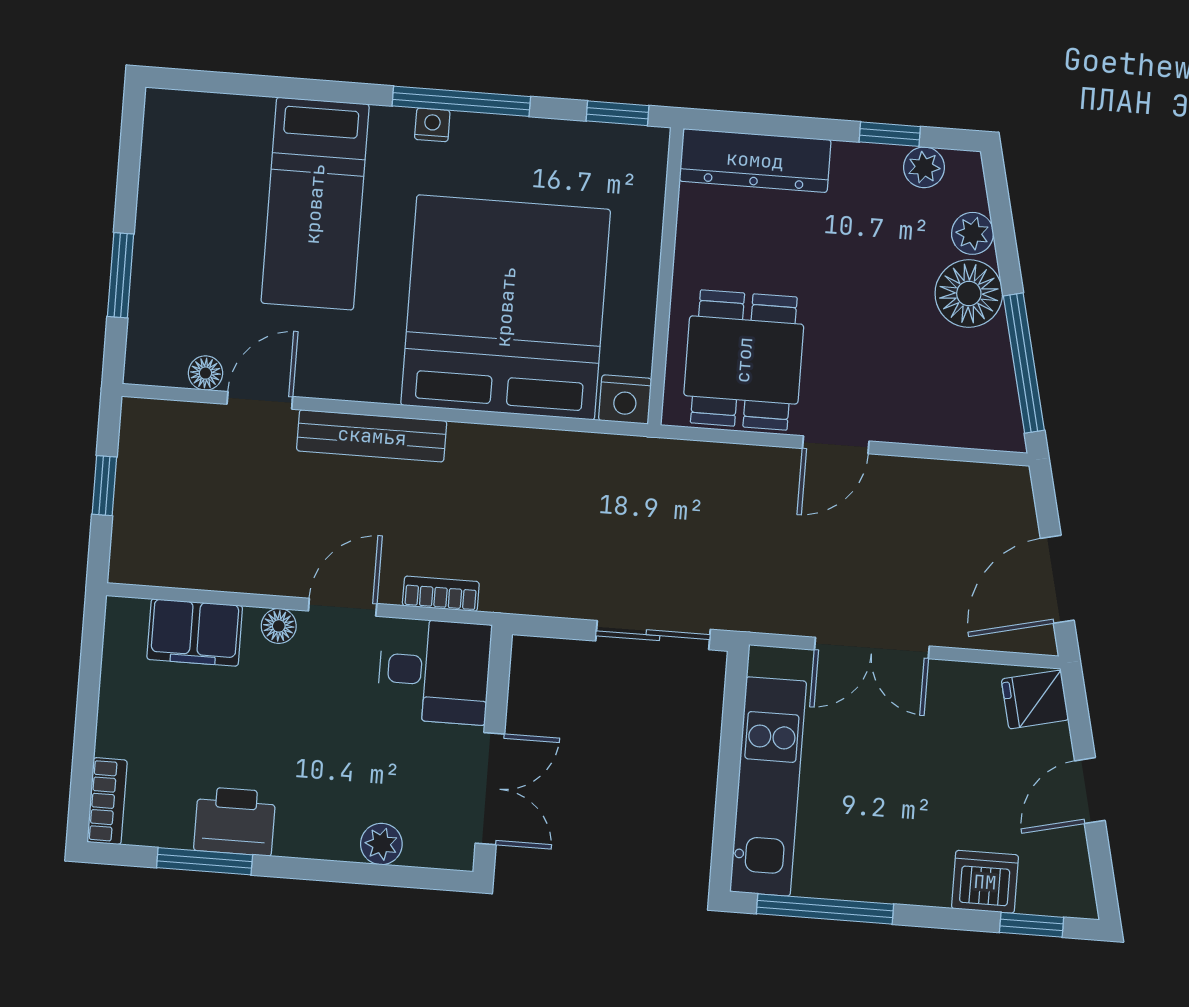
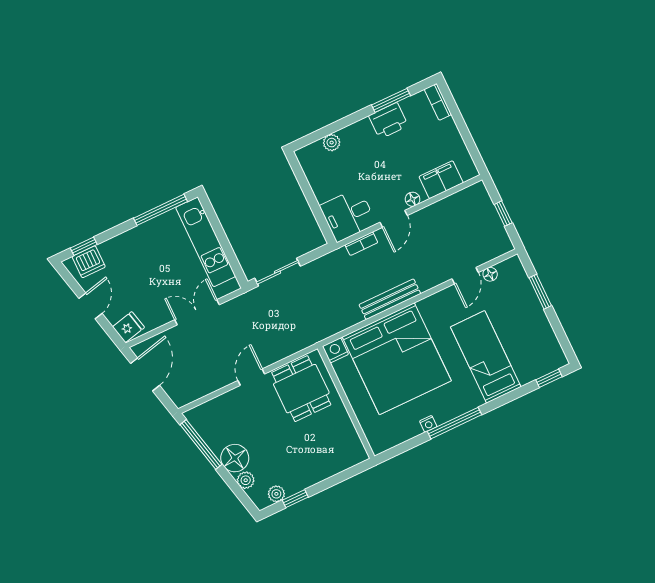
window: (618, 113) -> (549, 378), moved
nightstand: (432, 125) -> (428, 424), moved
dresser: (755, 160) -> (338, 462), removed
bench: (372, 436) -> (390, 299), moved
double door: (490, 789) -> (304, 184), removed
dishwasher: (985, 882) -> (89, 262), moved

